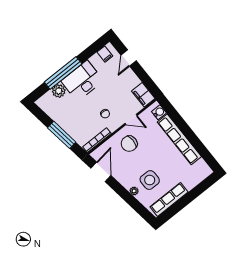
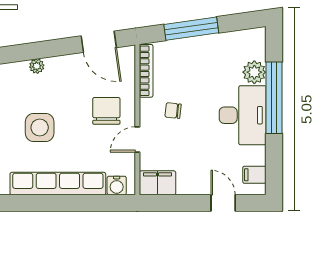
side table: (150, 180) -> (40, 128), moved

